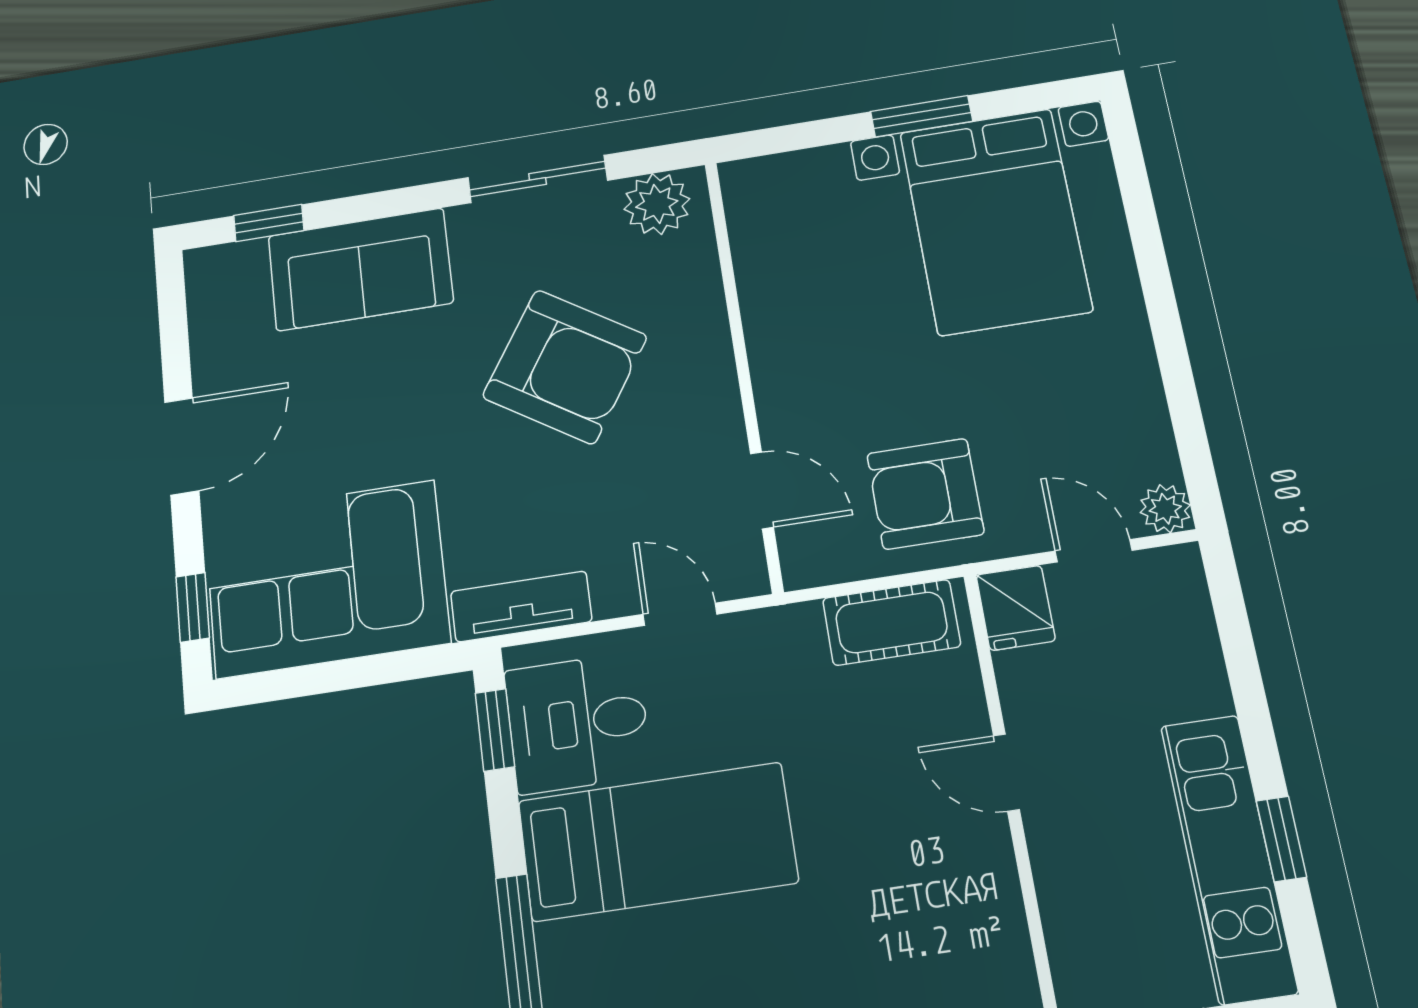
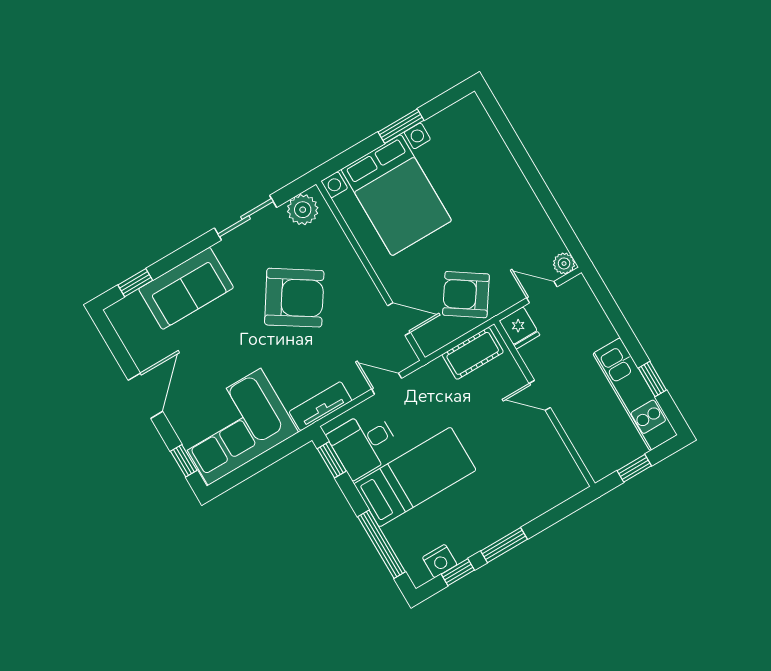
bed with nightstands: (995, 221) -> (396, 195), moved
armchair: (925, 494) -> (466, 295), turned 34

